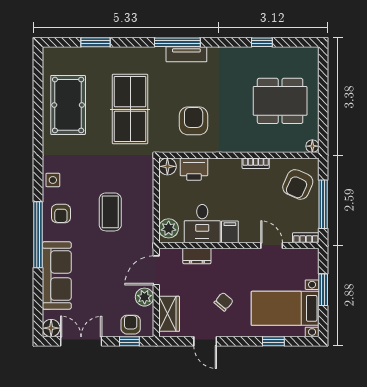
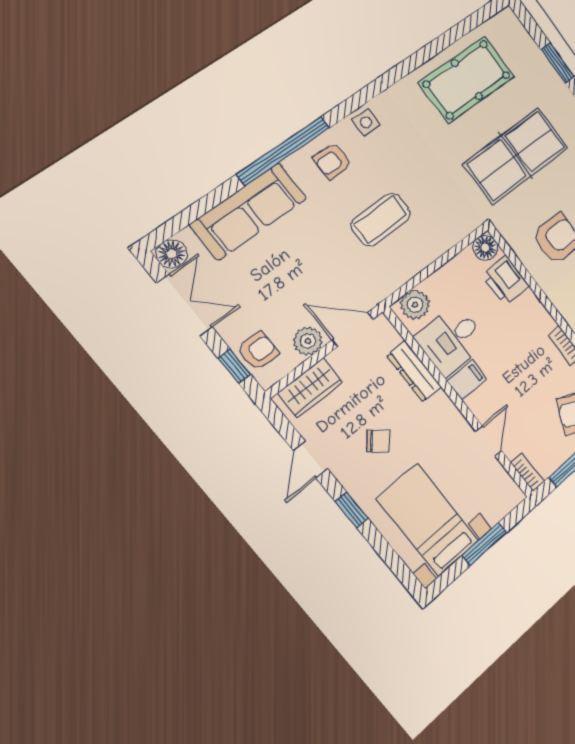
dresser: (197, 256) -> (414, 371), width x1.44
window: (273, 341) -> (352, 510), moved

